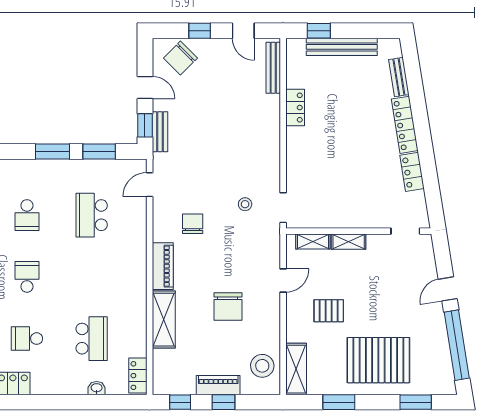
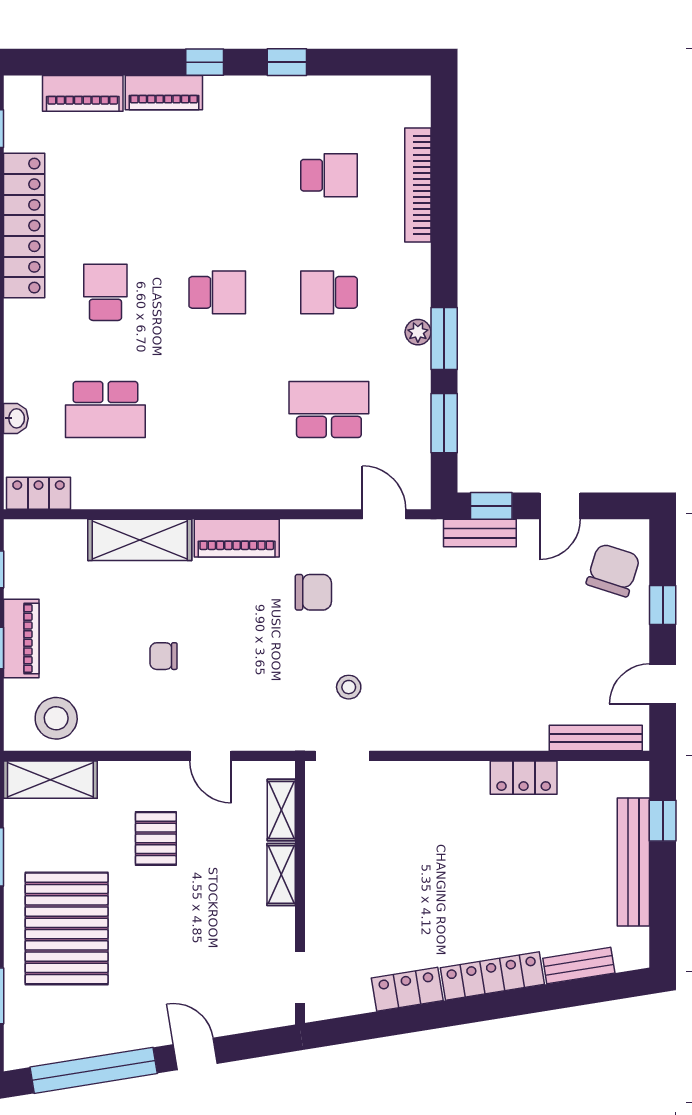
chair: (180, 58) -> (613, 570), turned 63
plant: (49, 166) -> (418, 332), added
chair: (228, 306) -> (164, 656), width x0.54, depth x0.54

